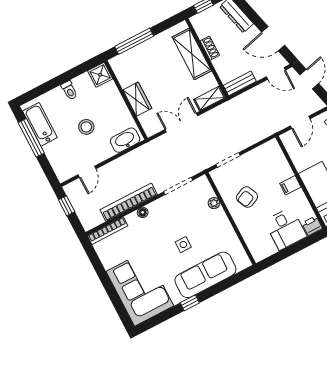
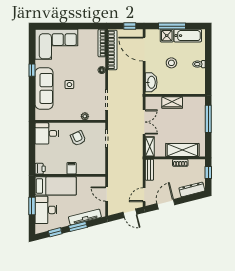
shower: (100, 75) -> (167, 36), moved
window: (31, 138) -> (172, 26), moved
door: (87, 172) -> (144, 49), width x1.88
bookcase: (129, 202) -> (112, 50), moved
desk: (286, 229) -> (47, 133), moved

